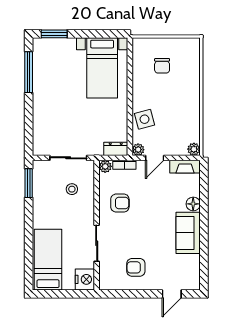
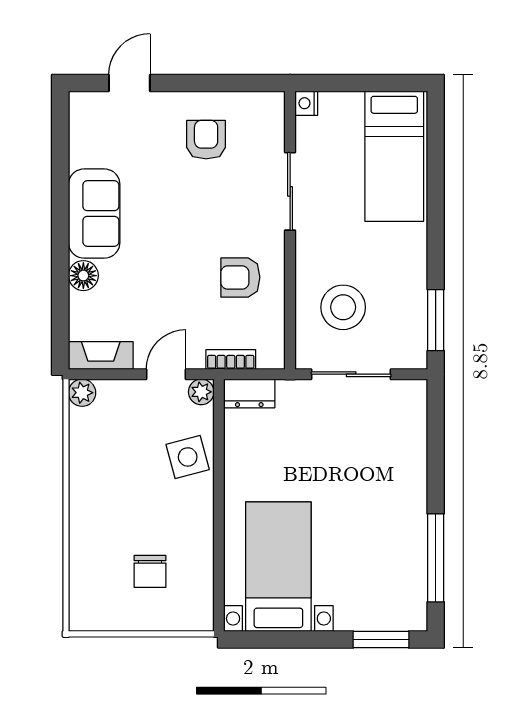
chair: (162, 66) -> (150, 571), turned 180
plant: (105, 166) -> (272, 356), removed
stool: (72, 189) -> (343, 307), width x1.89, depth x1.89
armchair: (136, 267) -> (206, 140), turned -90
nightstand: (85, 279) -> (306, 103), width x0.53, depth x0.56

